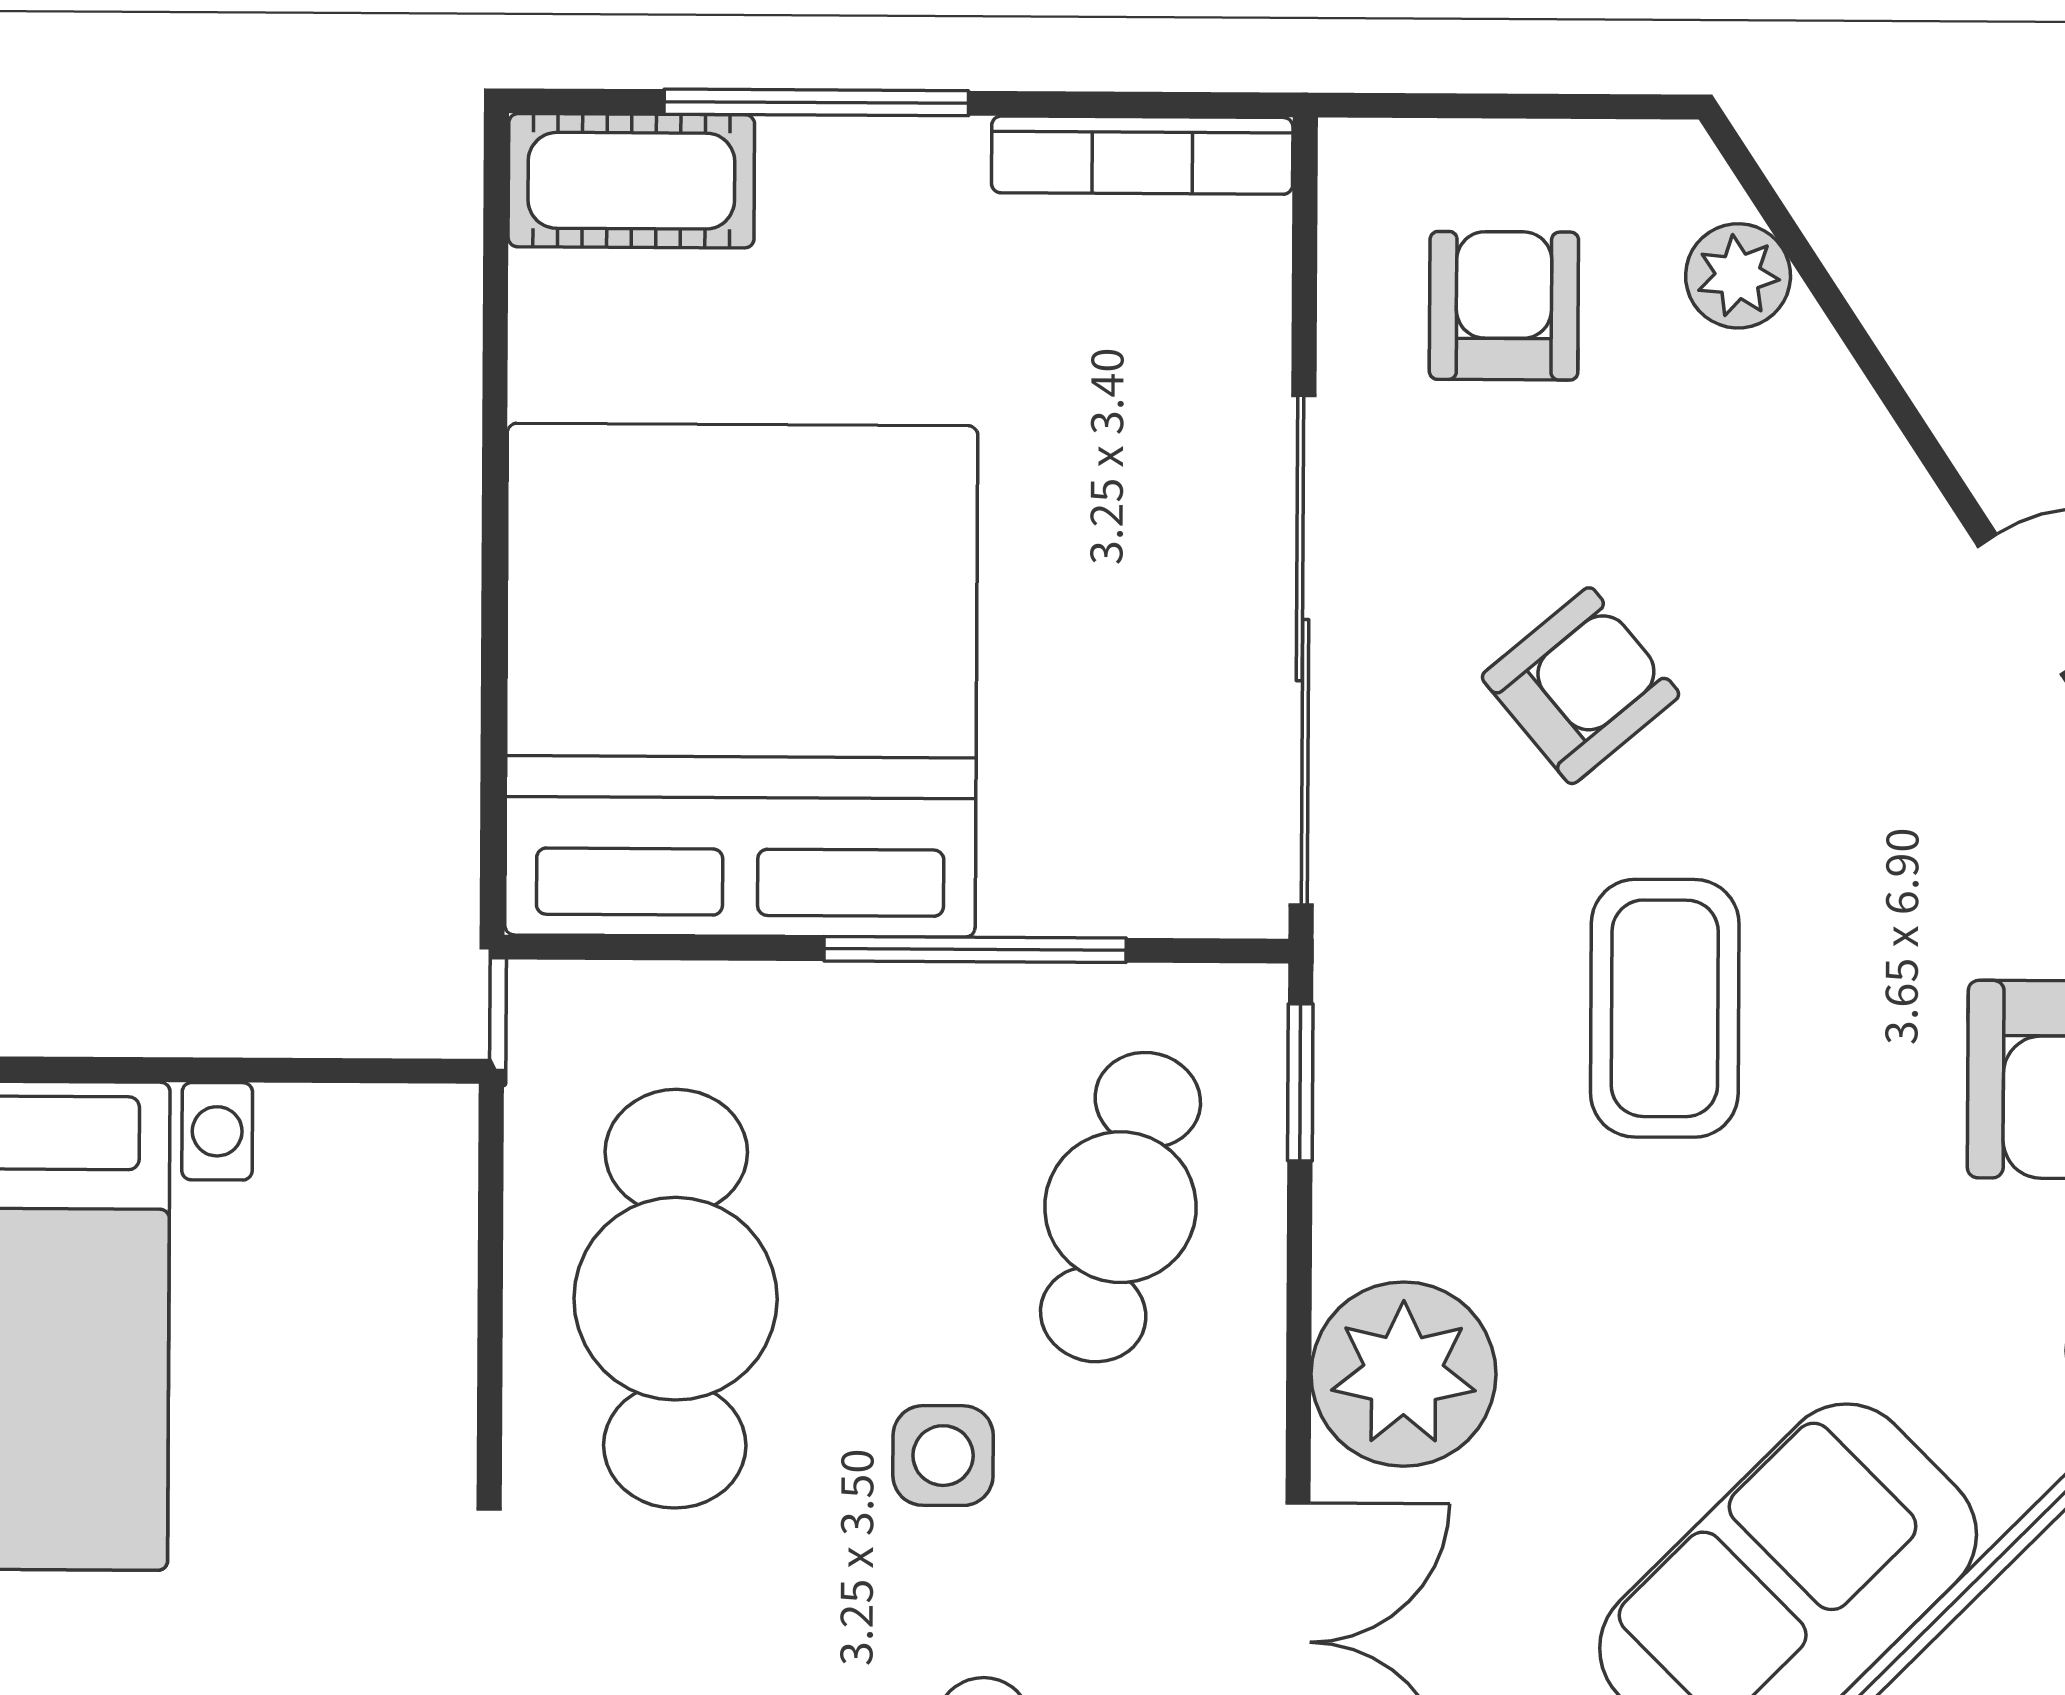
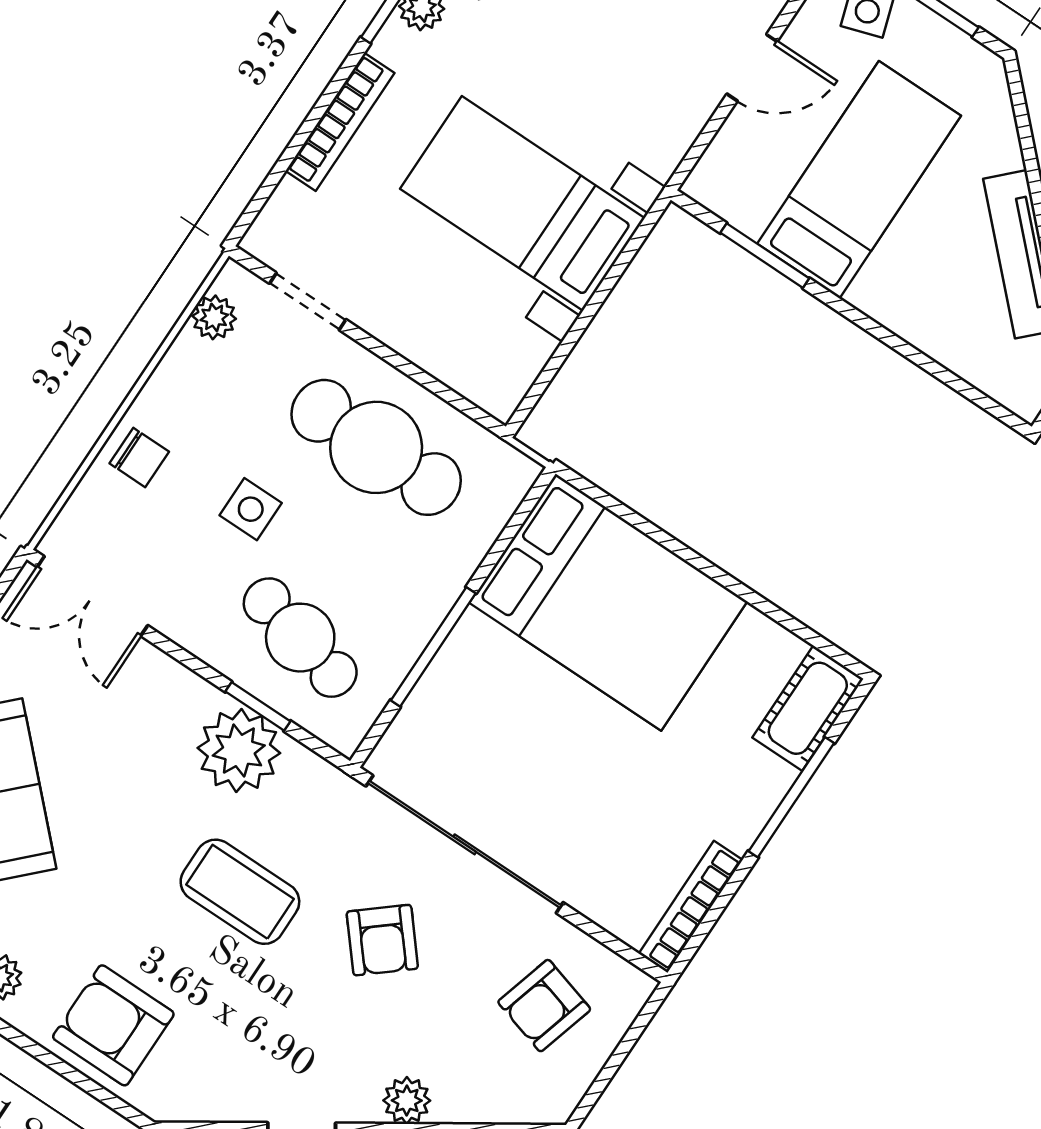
plant: (1738, 276) -> (407, 1101), moved
armchair: (1504, 306) -> (544, 1006), turned 106
bed: (741, 680) -> (608, 602), width x0.73
window: (1300, 1082) -> (258, 706), moved
plant: (1403, 1374) -> (239, 751), moved

